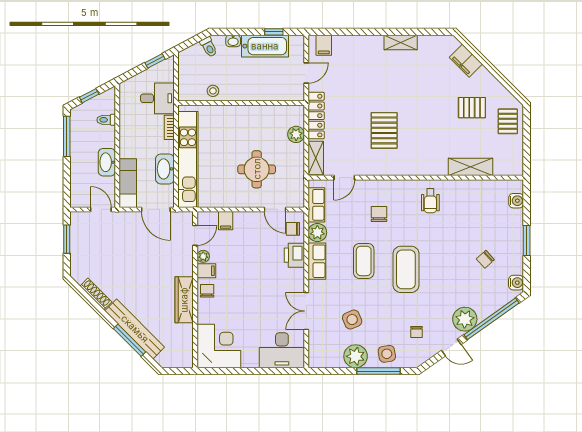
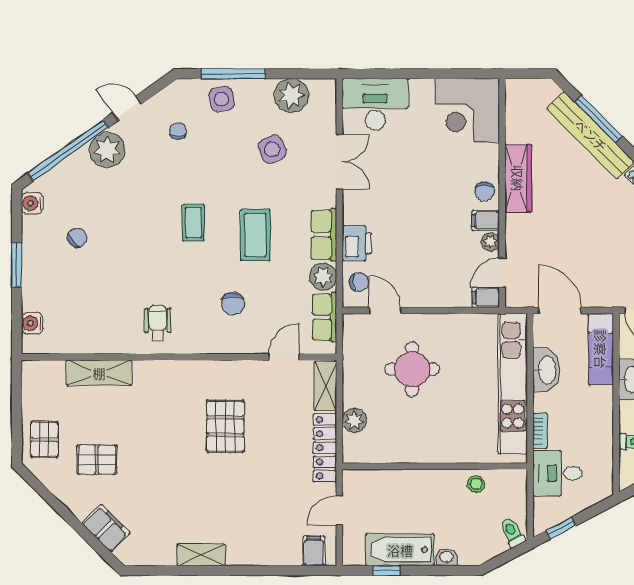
toilet: (209, 47) -> (512, 533), moved
filing cabinet: (226, 221) -> (486, 297), moved, turned -90
coffee table: (406, 269) -> (193, 223), width x0.54, depth x0.58
plant: (356, 356) -> (291, 95), moved

